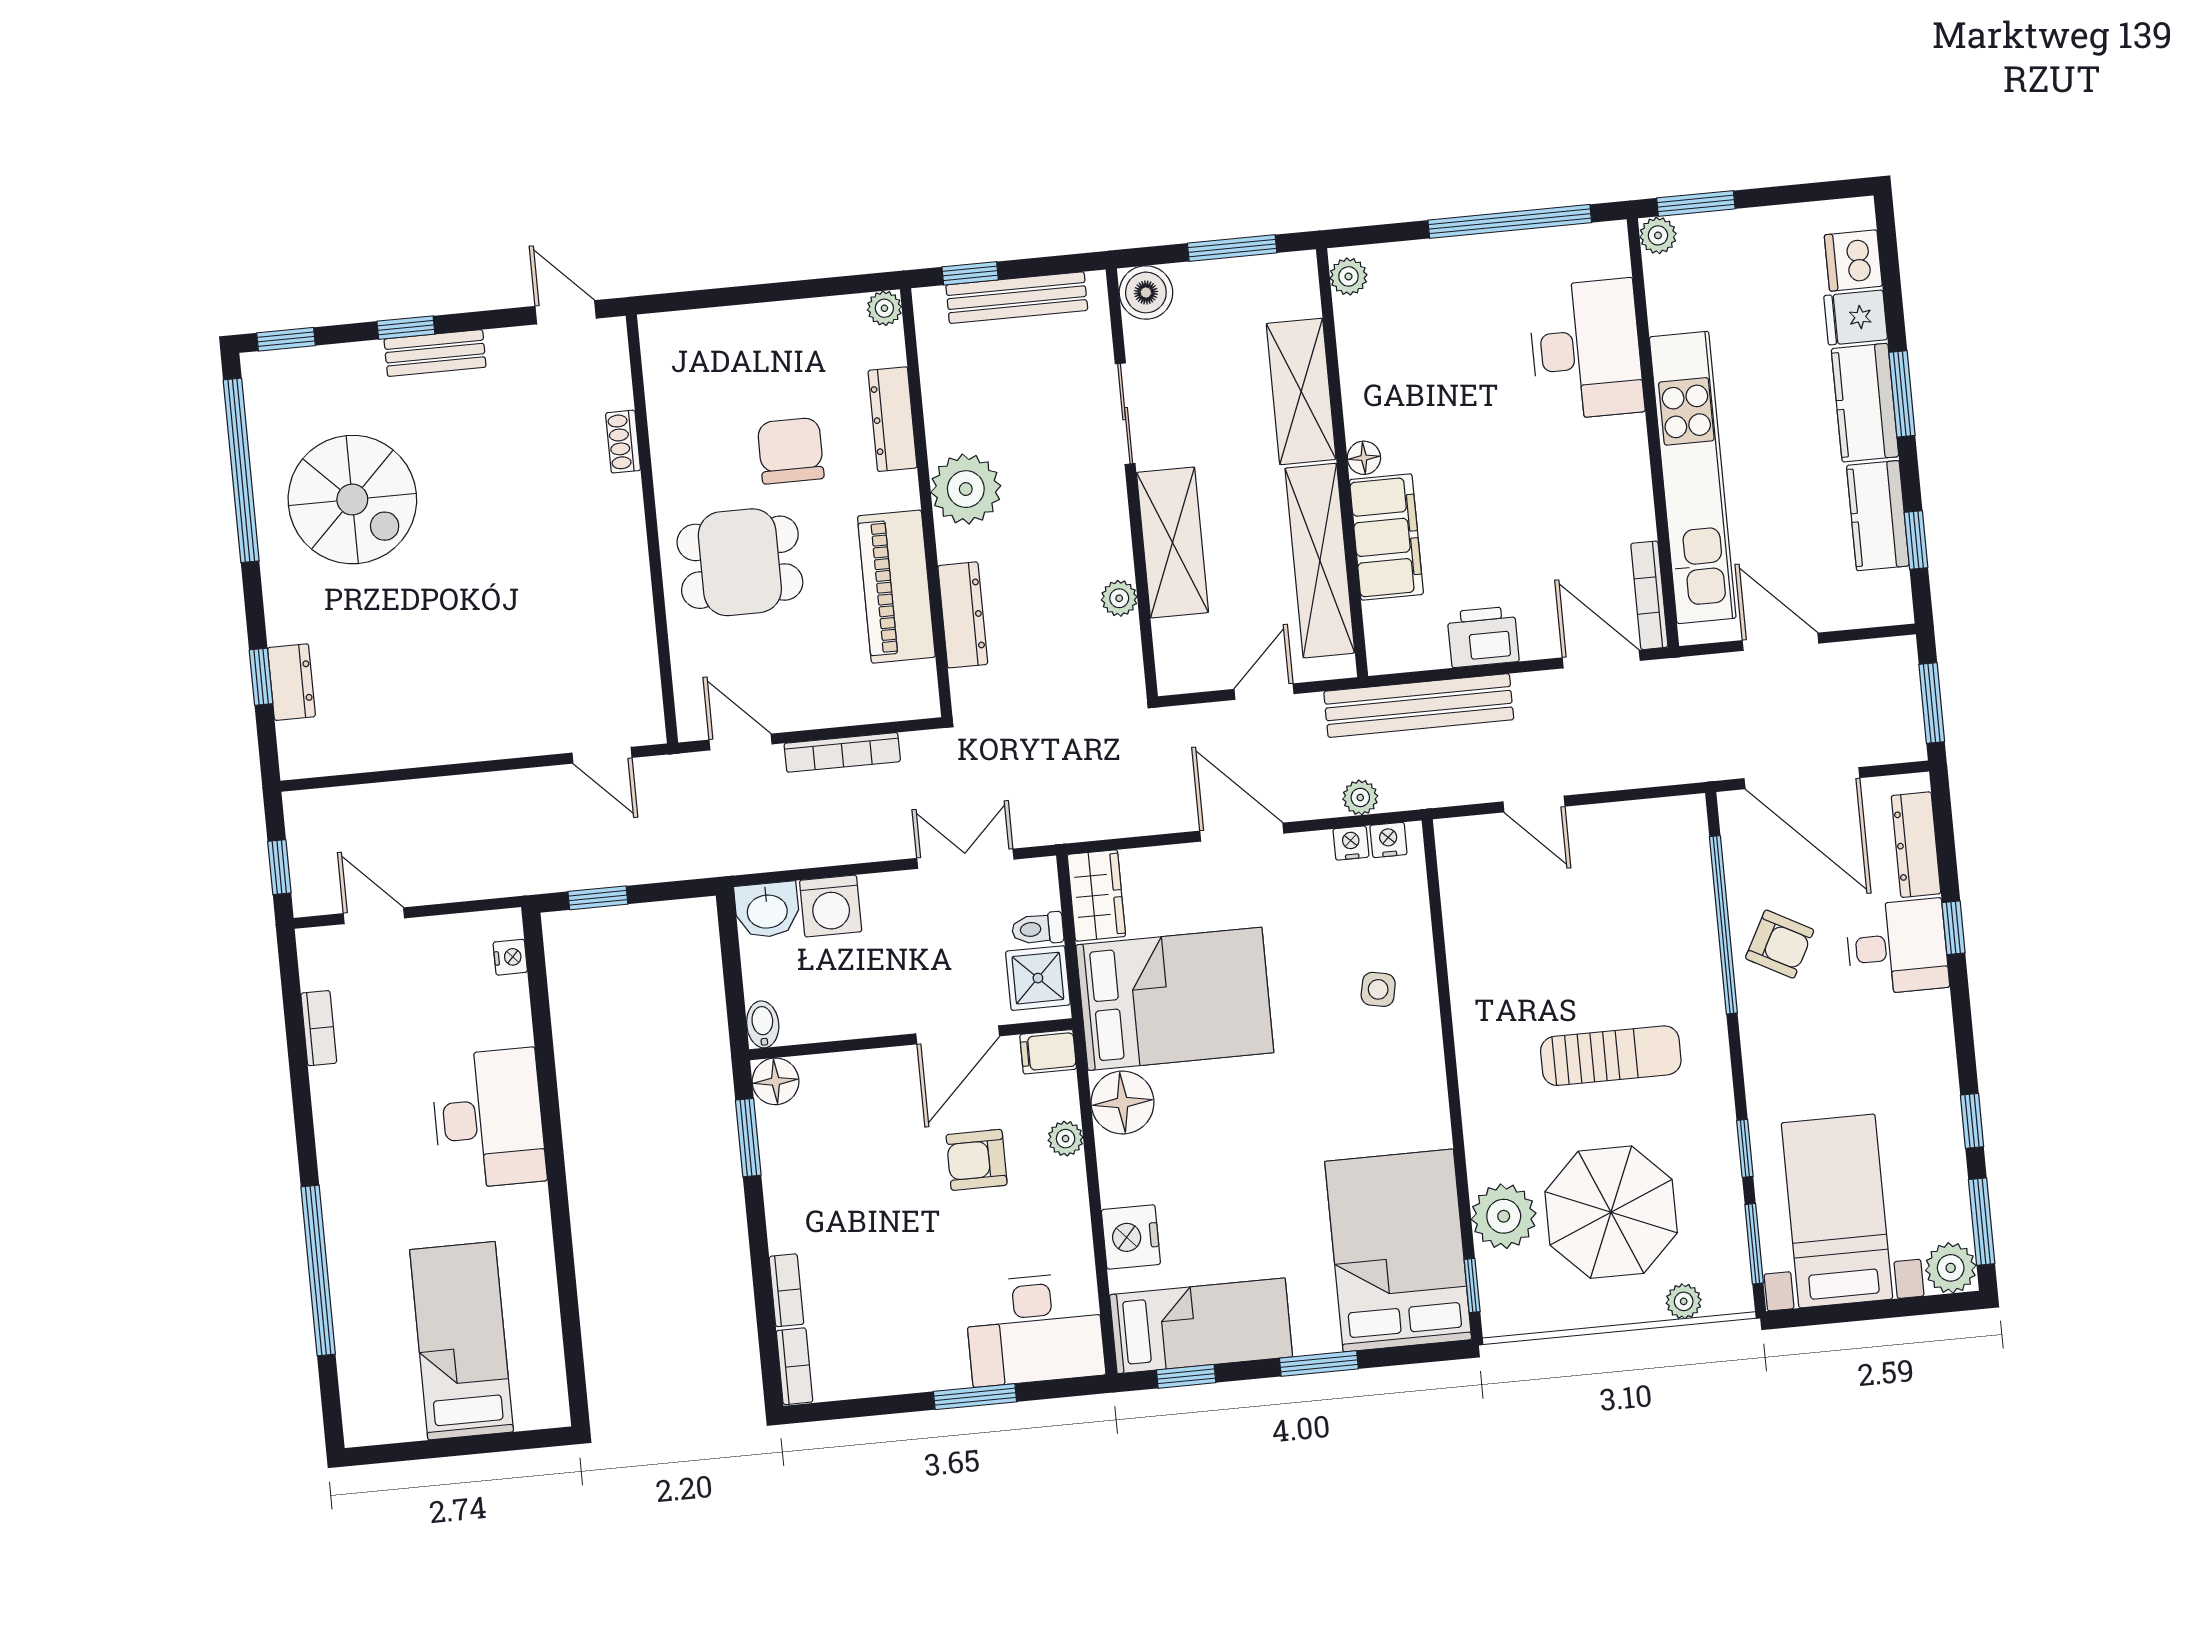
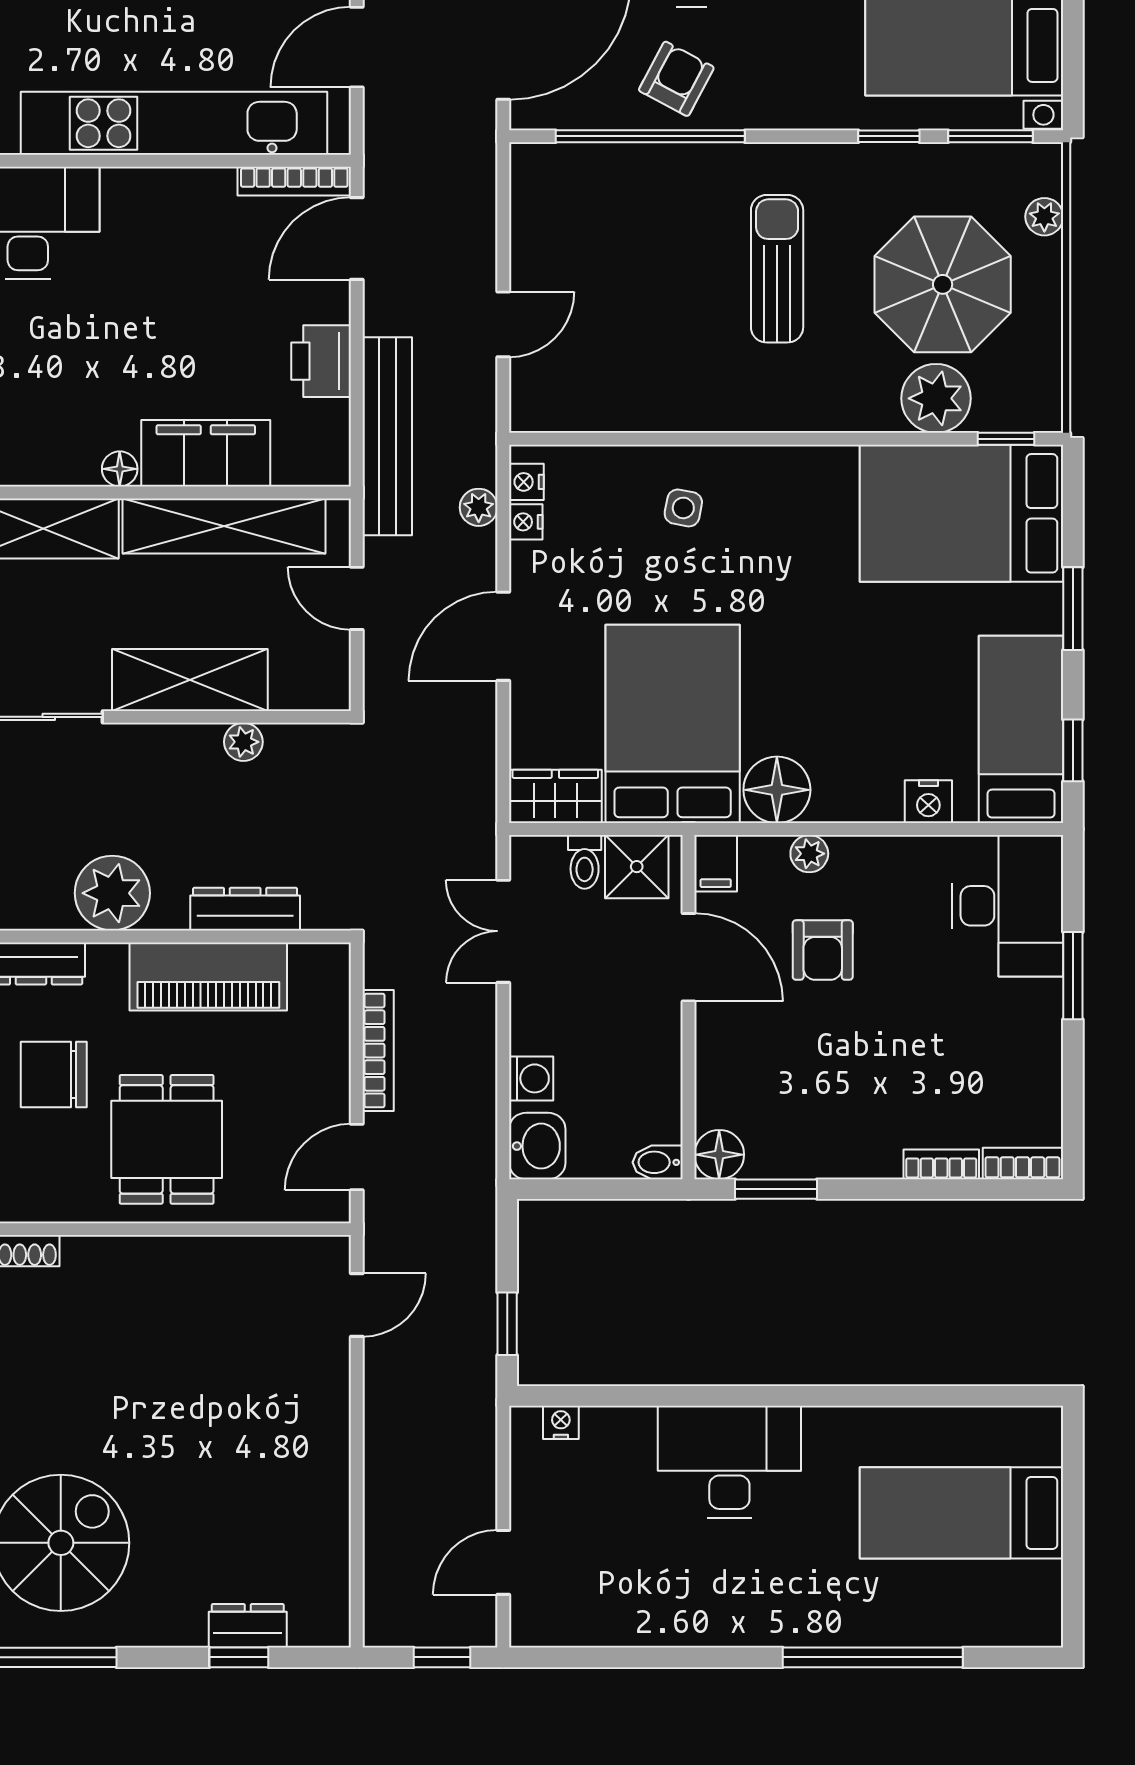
washing machine: (831, 906) -> (531, 1078), width x0.73, depth x0.73
bookcase: (319, 1028) -> (616, 1632), removed
nightstand: (1131, 1237) -> (928, 802), width x0.74, depth x0.75

